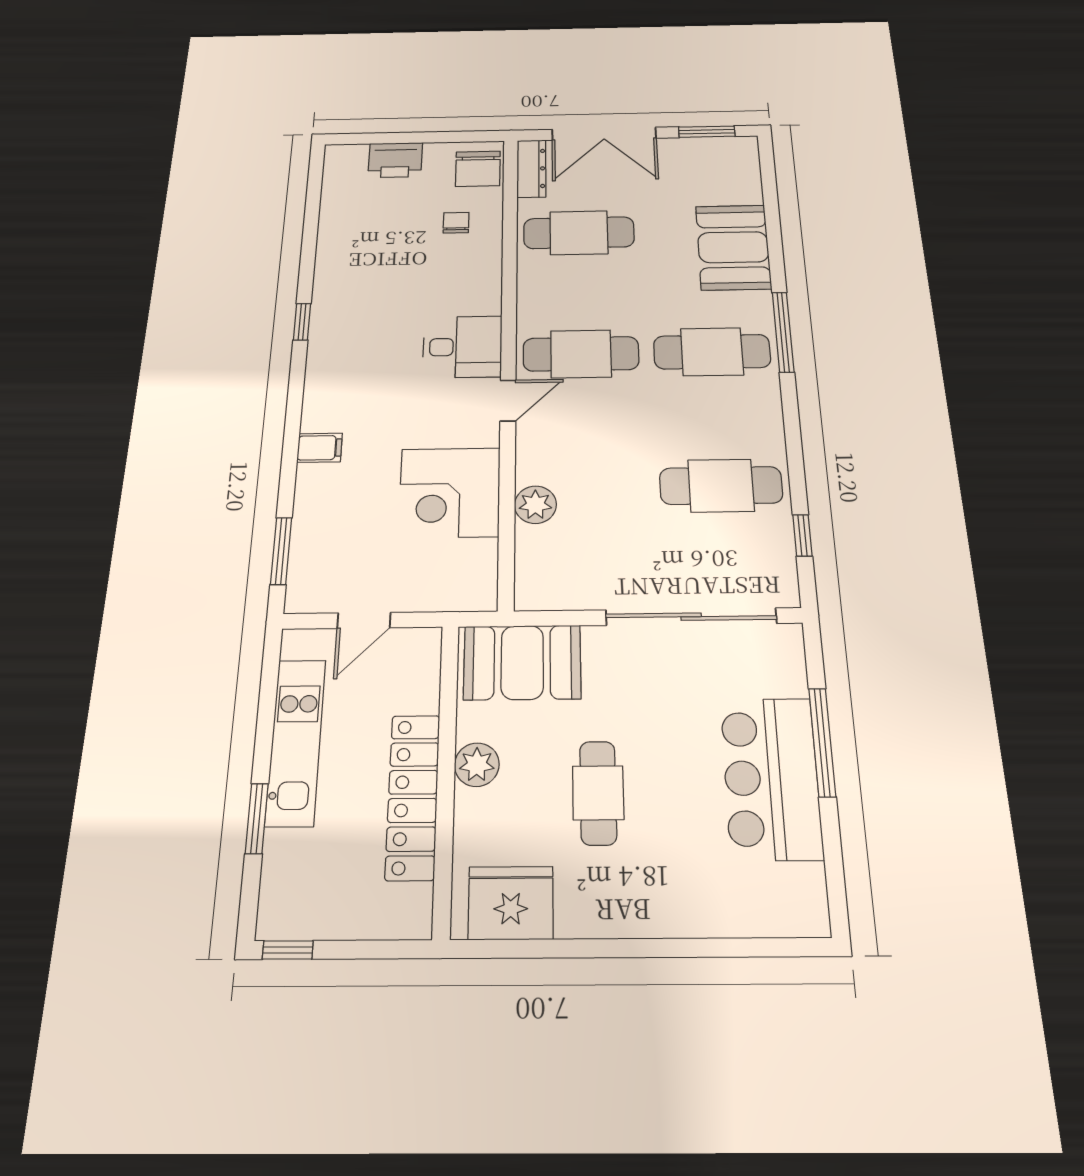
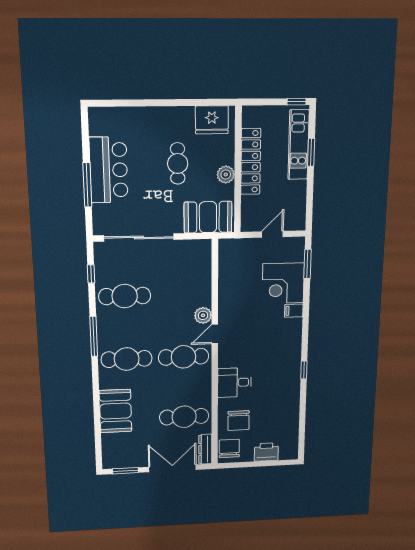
chair: (456, 223) -> (239, 421), width x1.87, depth x1.87
window: (783, 332) -> (94, 336), moved
desk: (462, 347) -> (234, 383), moved
corner desk: (450, 492) -> (283, 283), moved, turned 180
plant: (535, 505) -> (203, 315), moved
kitchen unit: (296, 742) -> (299, 145), moved

